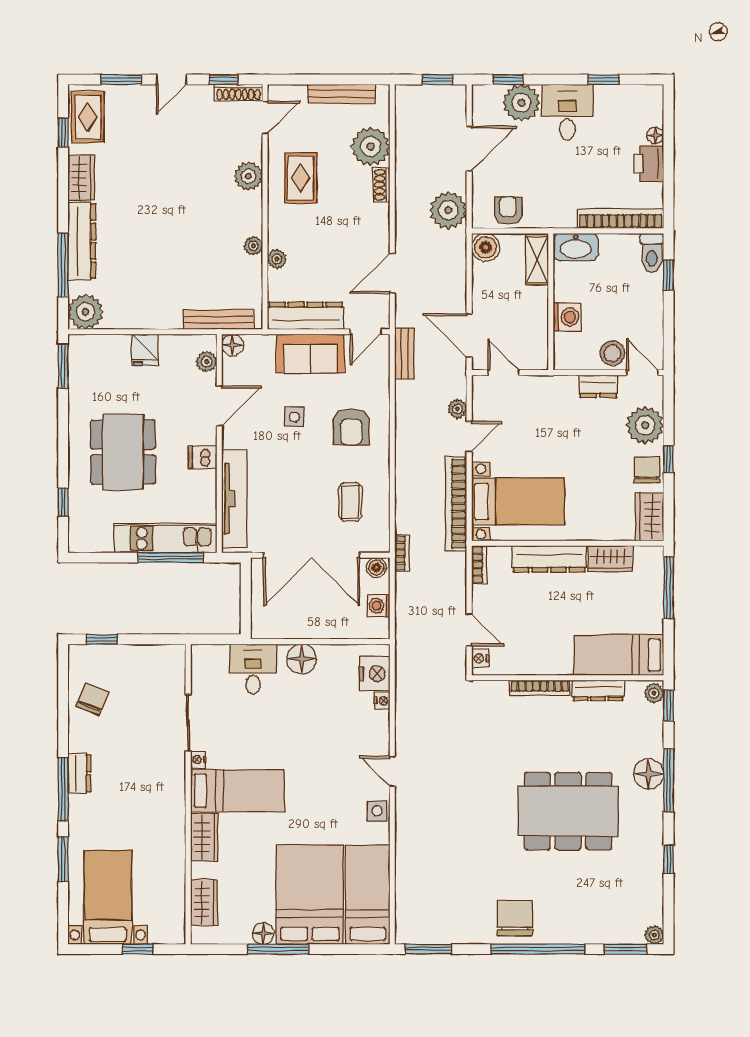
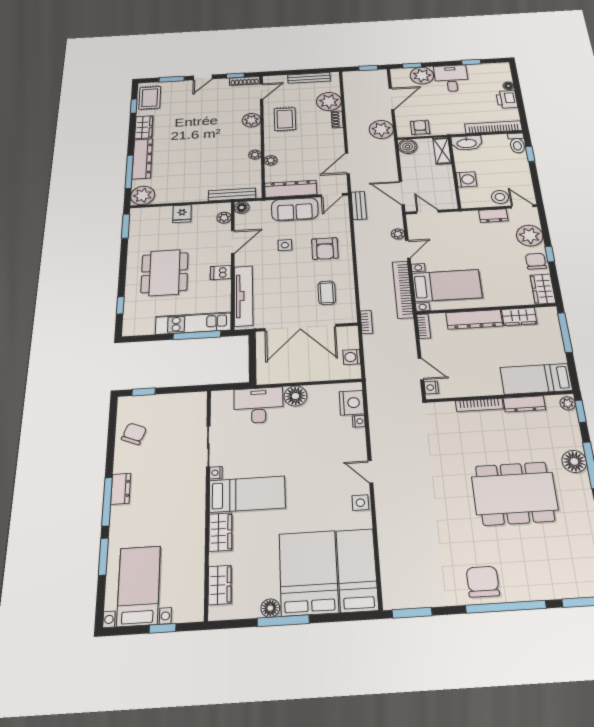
boiler: (376, 567) -> (348, 332), removed
desk: (253, 669) -> (259, 405), width x1.37

